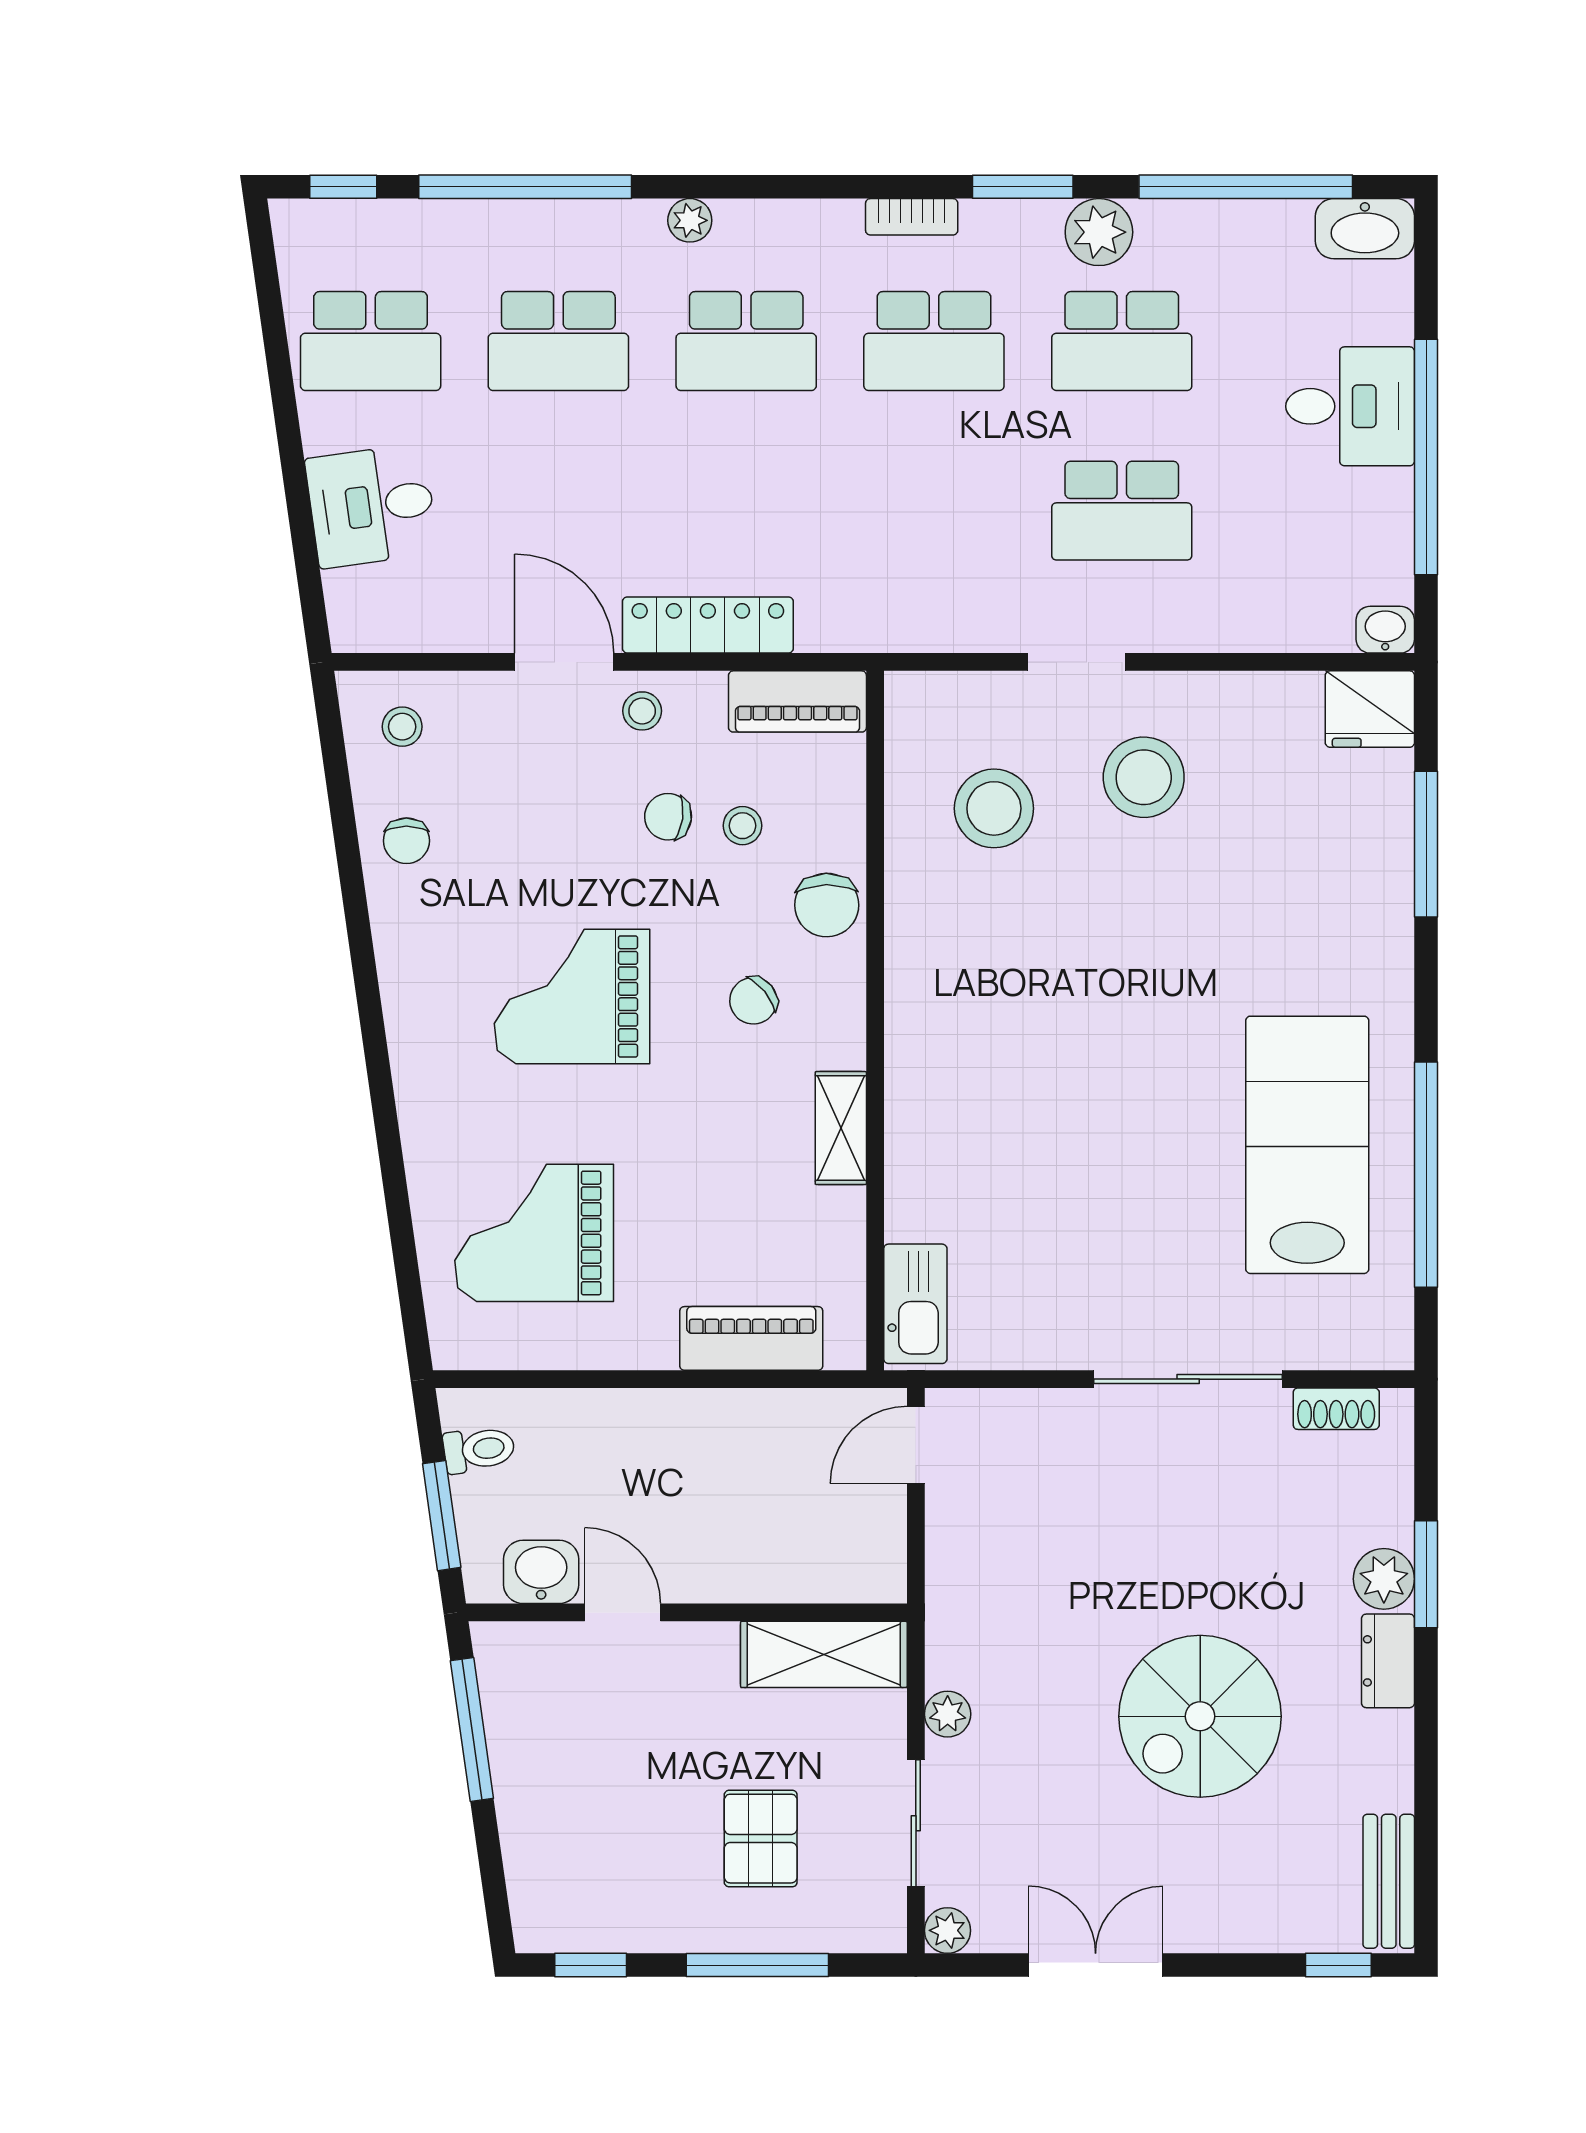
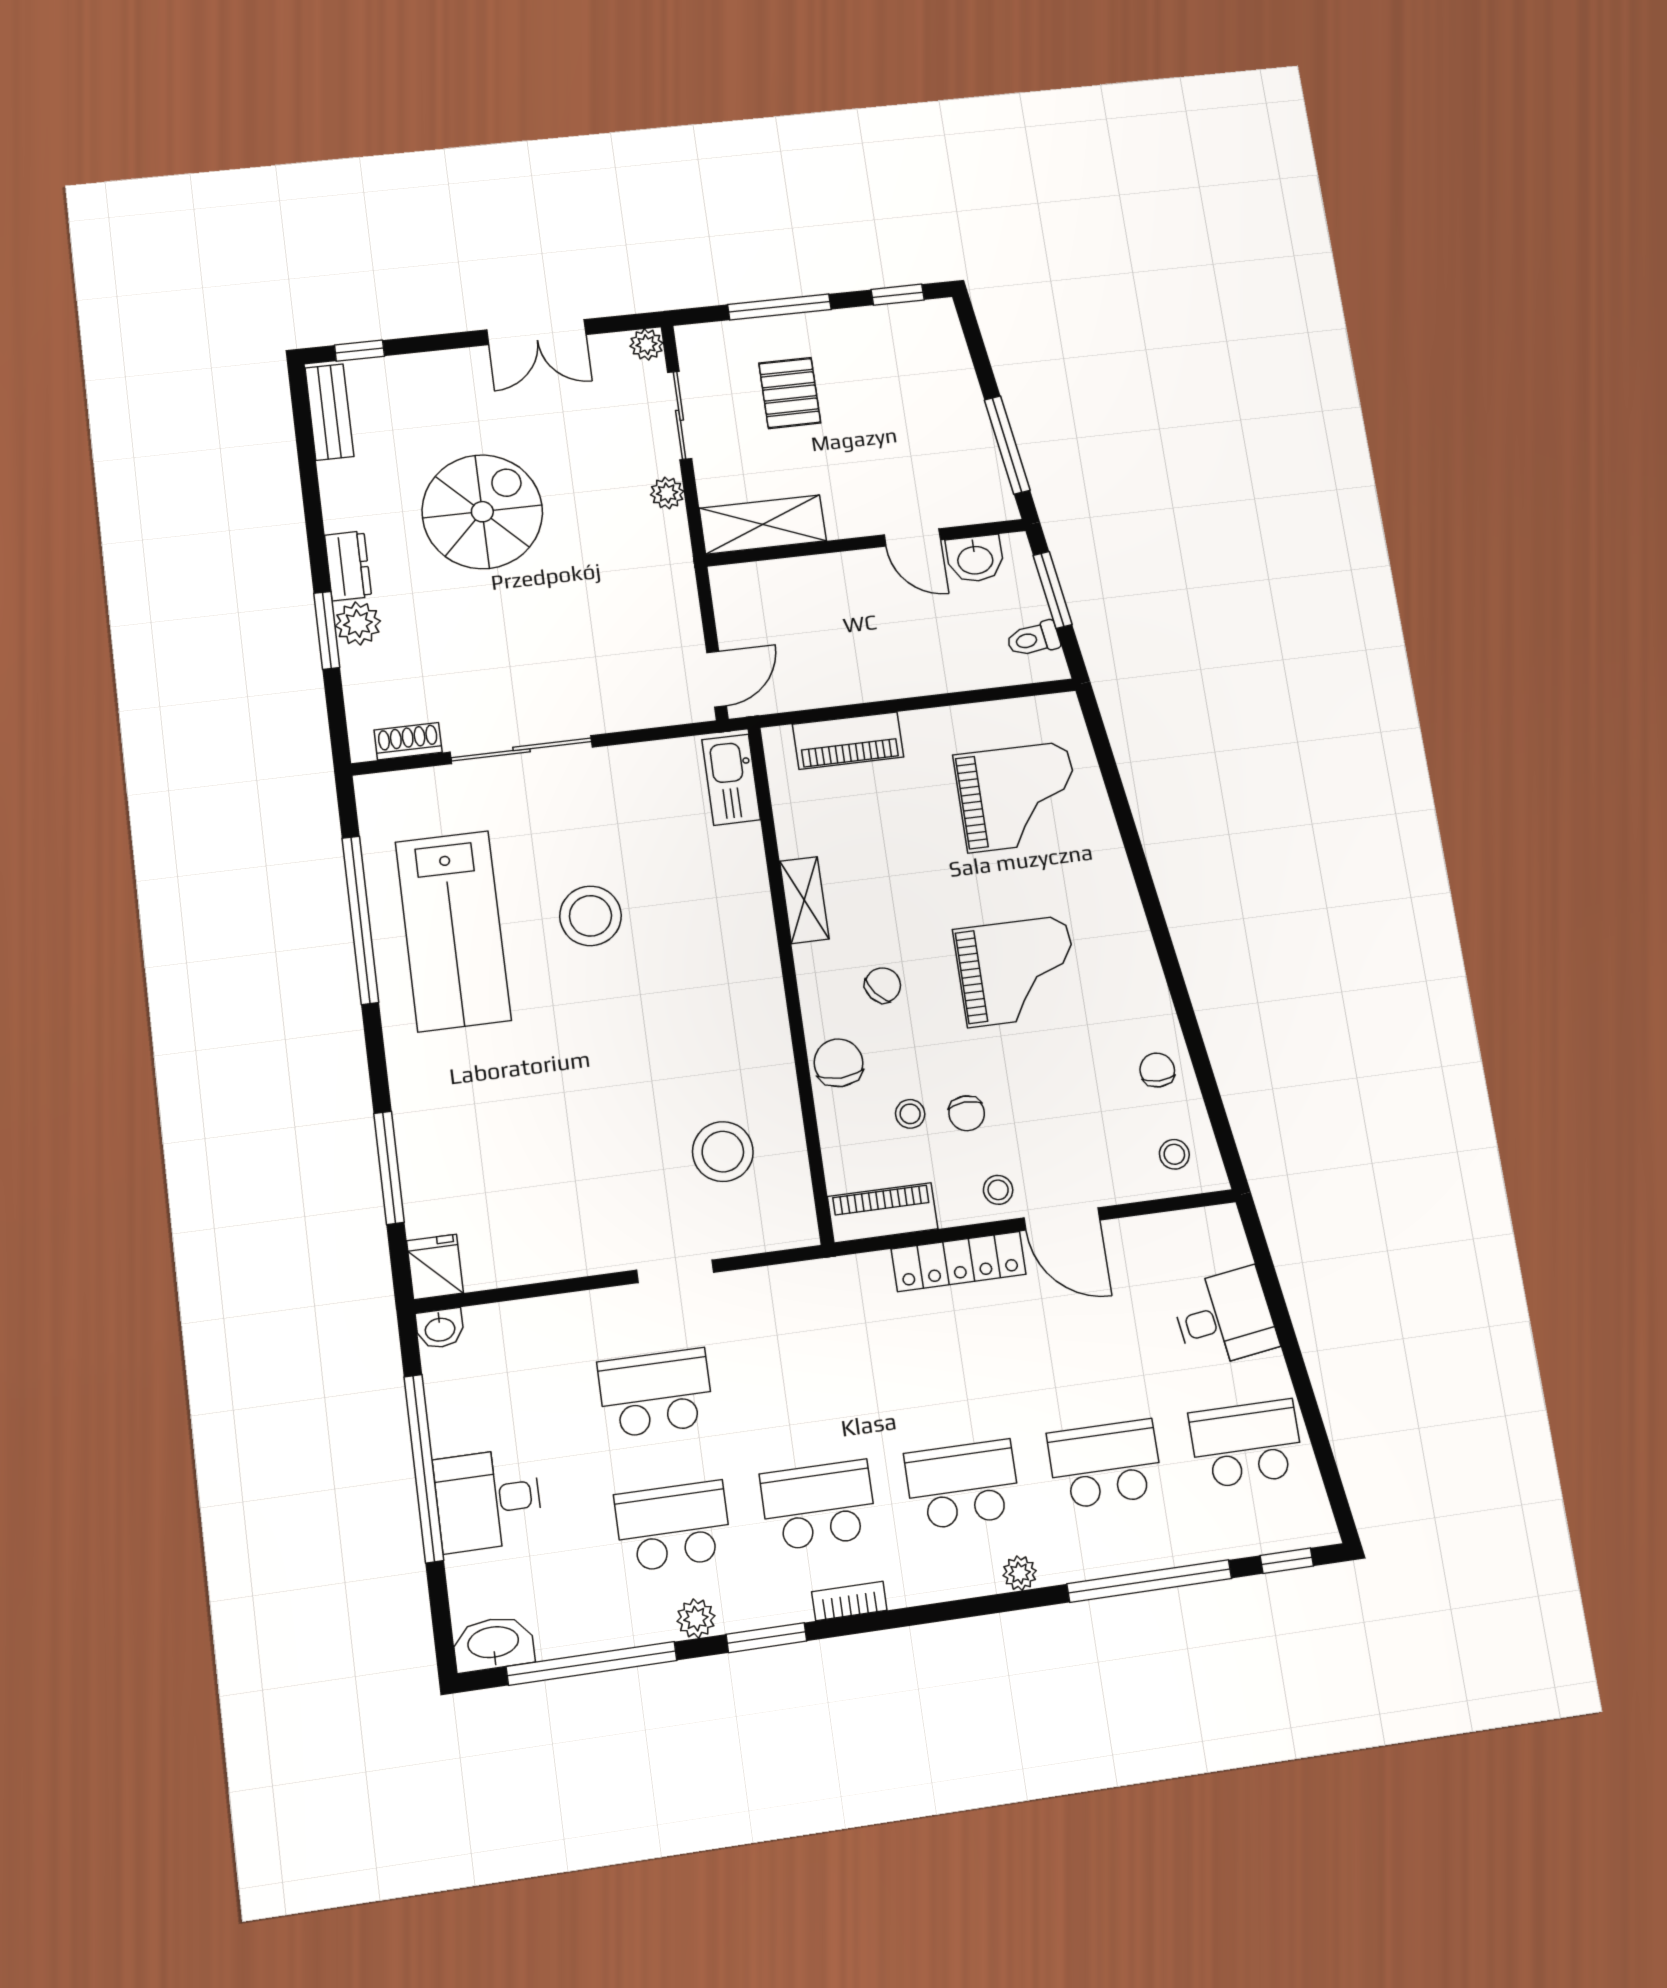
plant: (1099, 232) -> (696, 1619), width x0.73, depth x0.73
fridge: (1370, 709) -> (435, 1267), width x0.72
stool: (1144, 777) -> (590, 916), moved
chair: (668, 817) -> (967, 1113), turned 79

